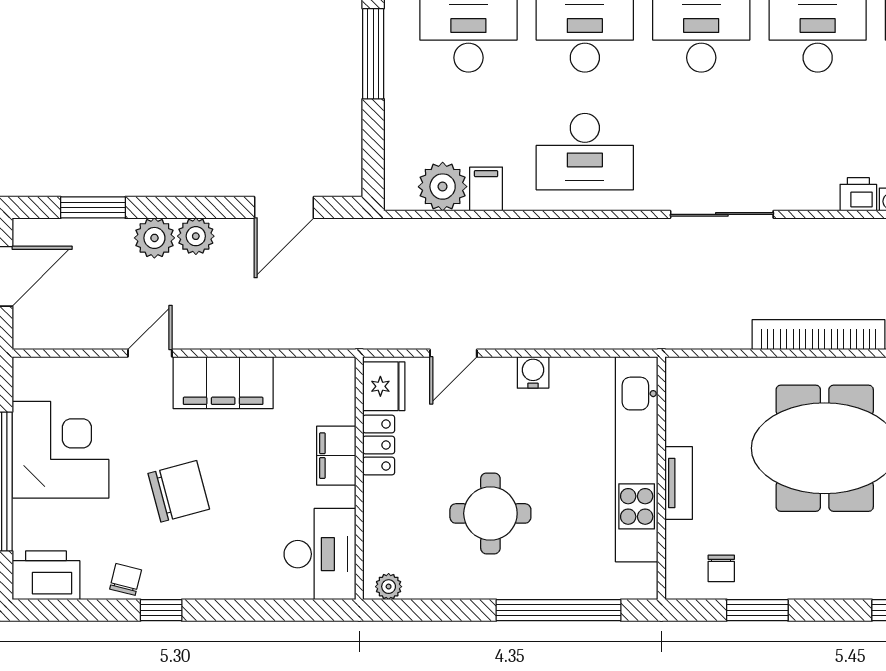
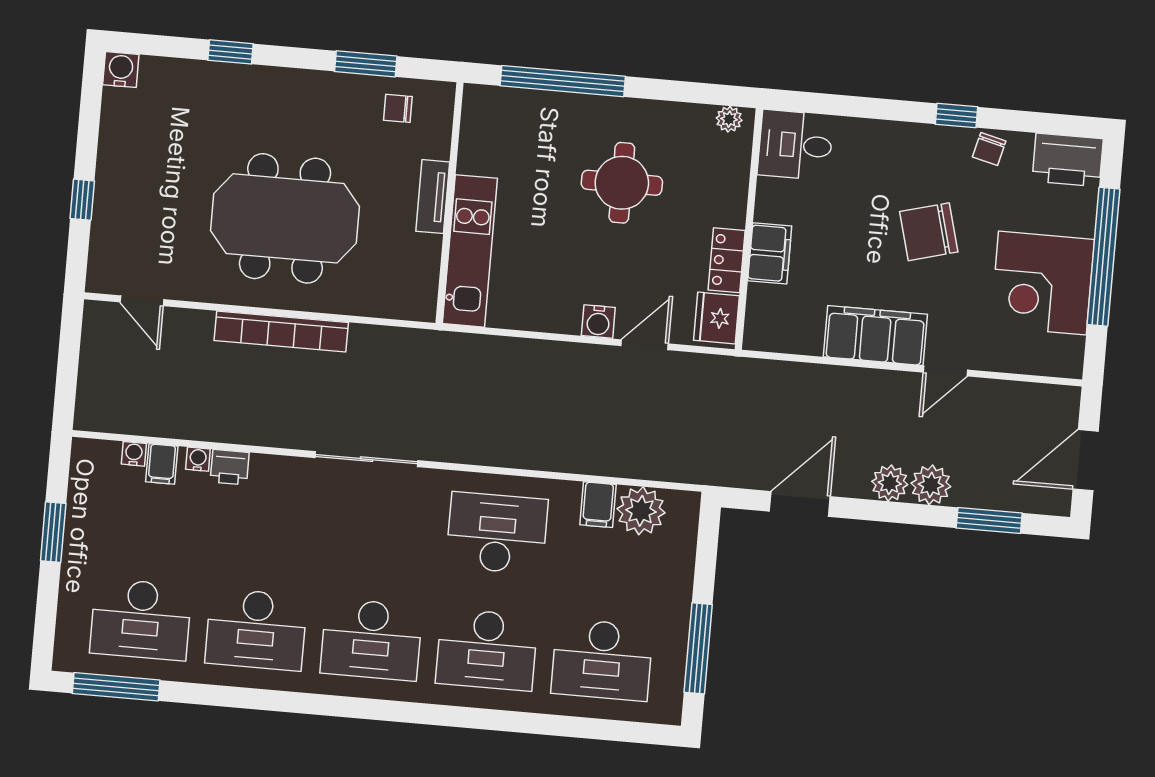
water cooler: (533, 372) -> (598, 321), moved
kitchen unit: (637, 459) -> (470, 251), width x0.73
desk: (320, 554) -> (795, 145), width x0.73
chair: (721, 568) -> (398, 108), turned -90

